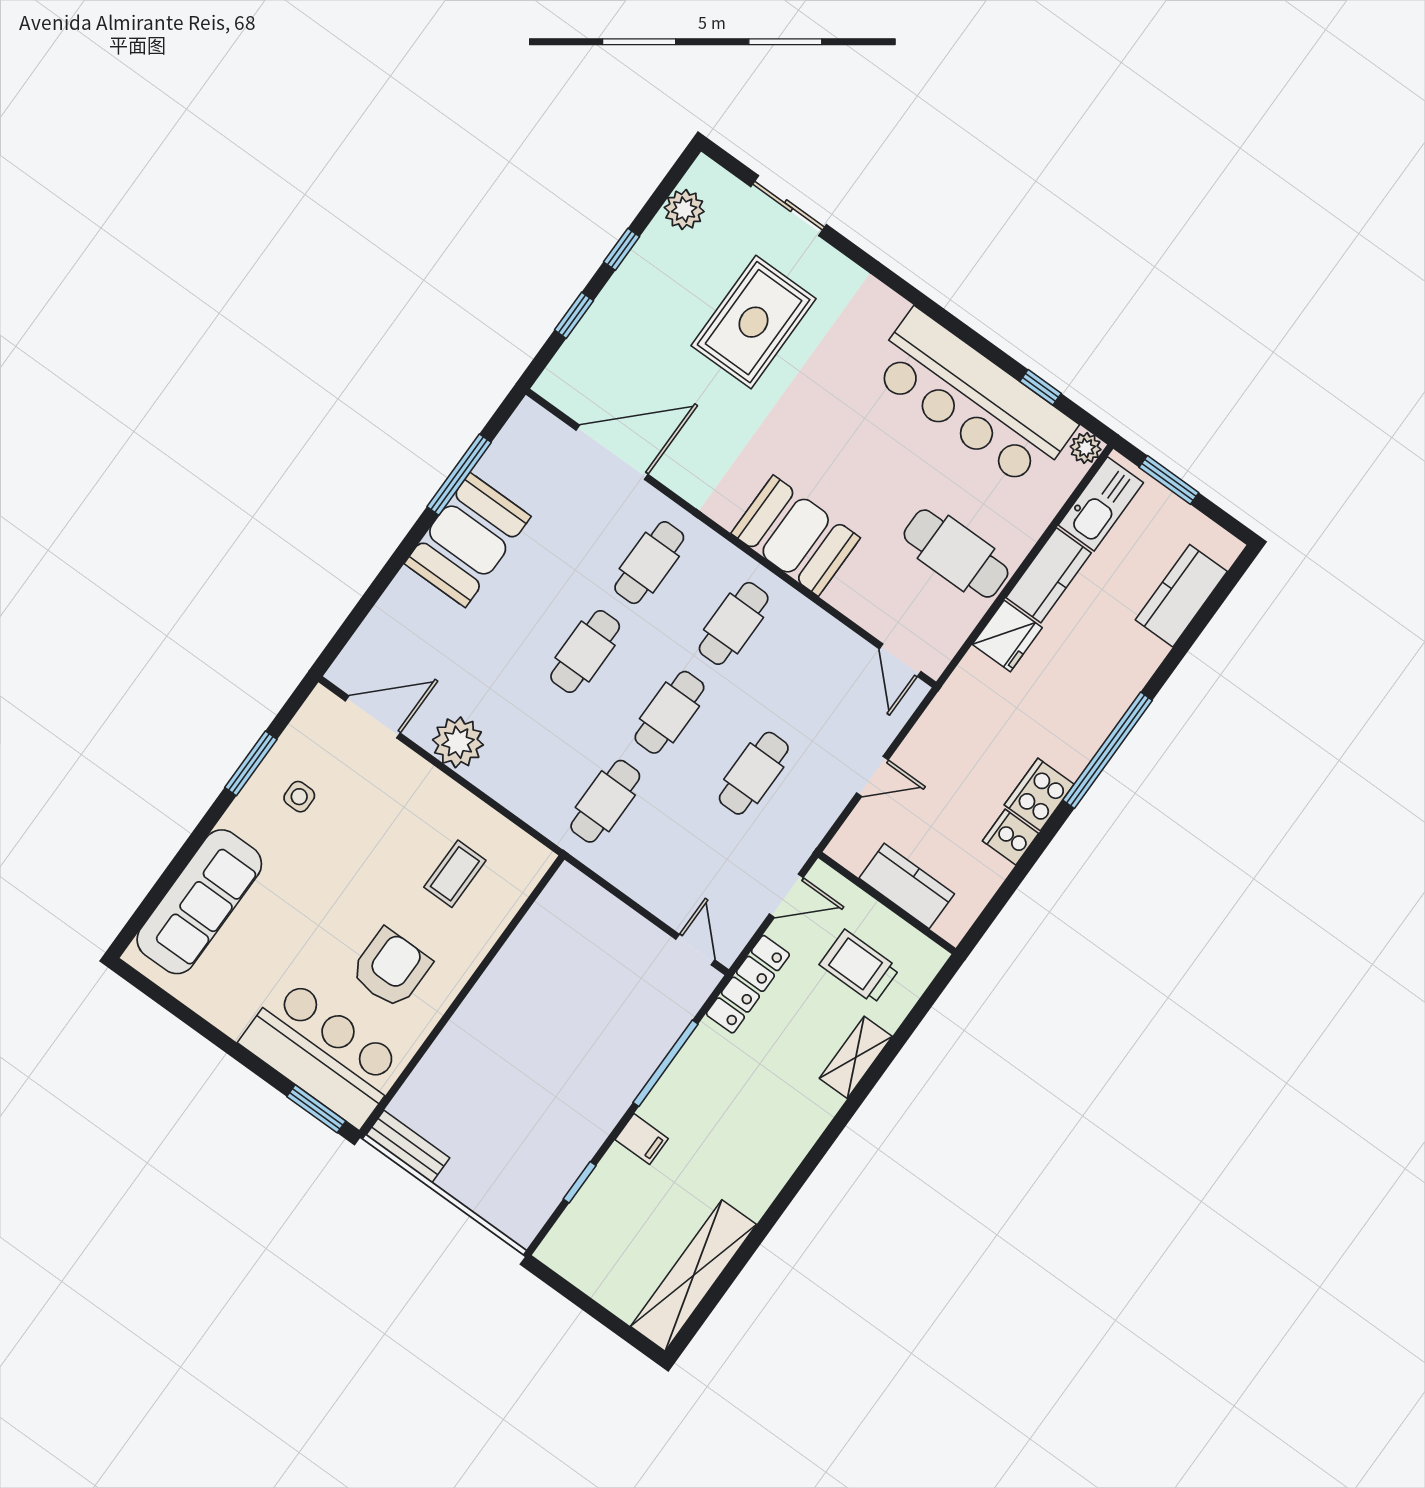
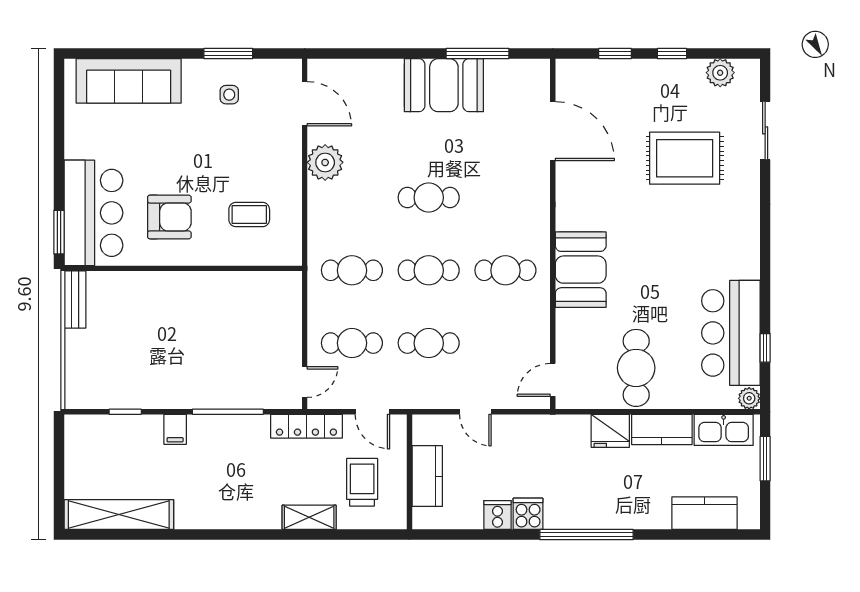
bar counter: (972, 399) -> (731, 333), width x0.73
cafe table: (649, 563) -> (352, 343), moved
cooker: (1039, 794) -> (528, 514), width x0.73

